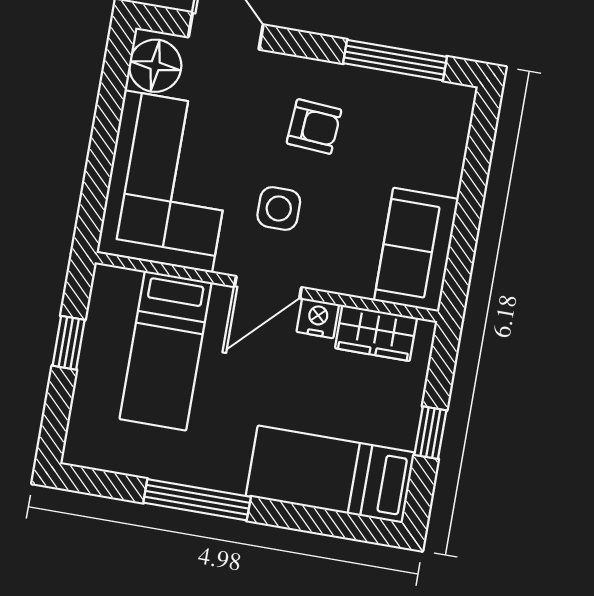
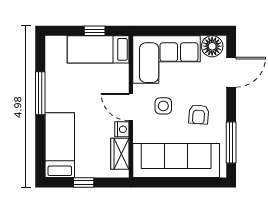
sofa: (416, 250) -> (176, 160), width x1.85, depth x1.27
bed: (166, 351) -> (98, 49), moved

